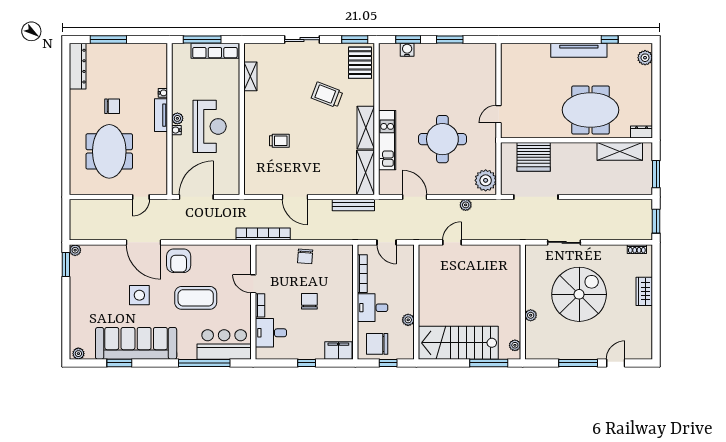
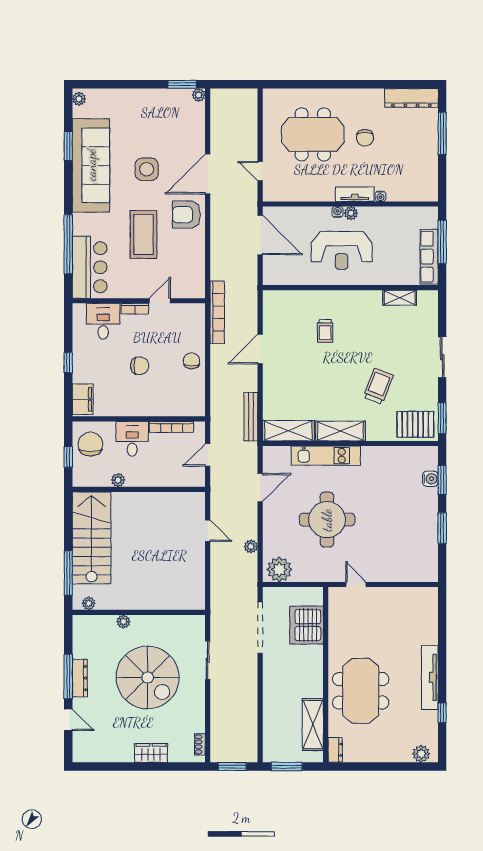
chair: (305, 256) -> (192, 361), turned 86
dresser: (580, 353) -> (80, 678), added

